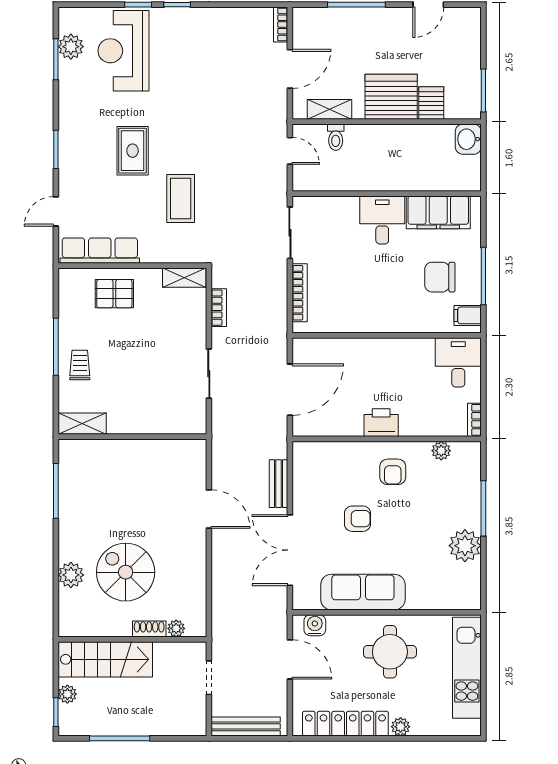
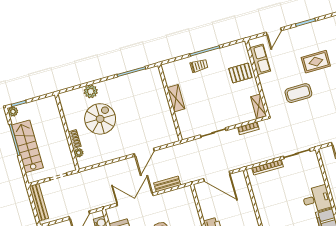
door: (56, 211) -> (274, 31), swing flipped
row of seats: (100, 251) -> (260, 59), width x0.68
pallet: (114, 294) -> (240, 73), turned 90
shelving: (82, 424) -> (176, 98), moved
stairs: (105, 659) -> (27, 146), moved, turned 180
plant: (67, 694) -> (13, 112), moved

